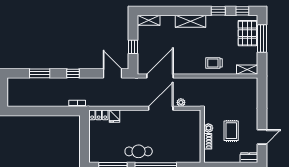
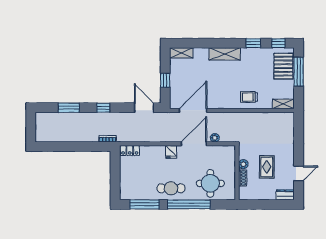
fridge: (115, 116) -> (171, 152), moved
round table: (177, 147) -> (210, 183), added

